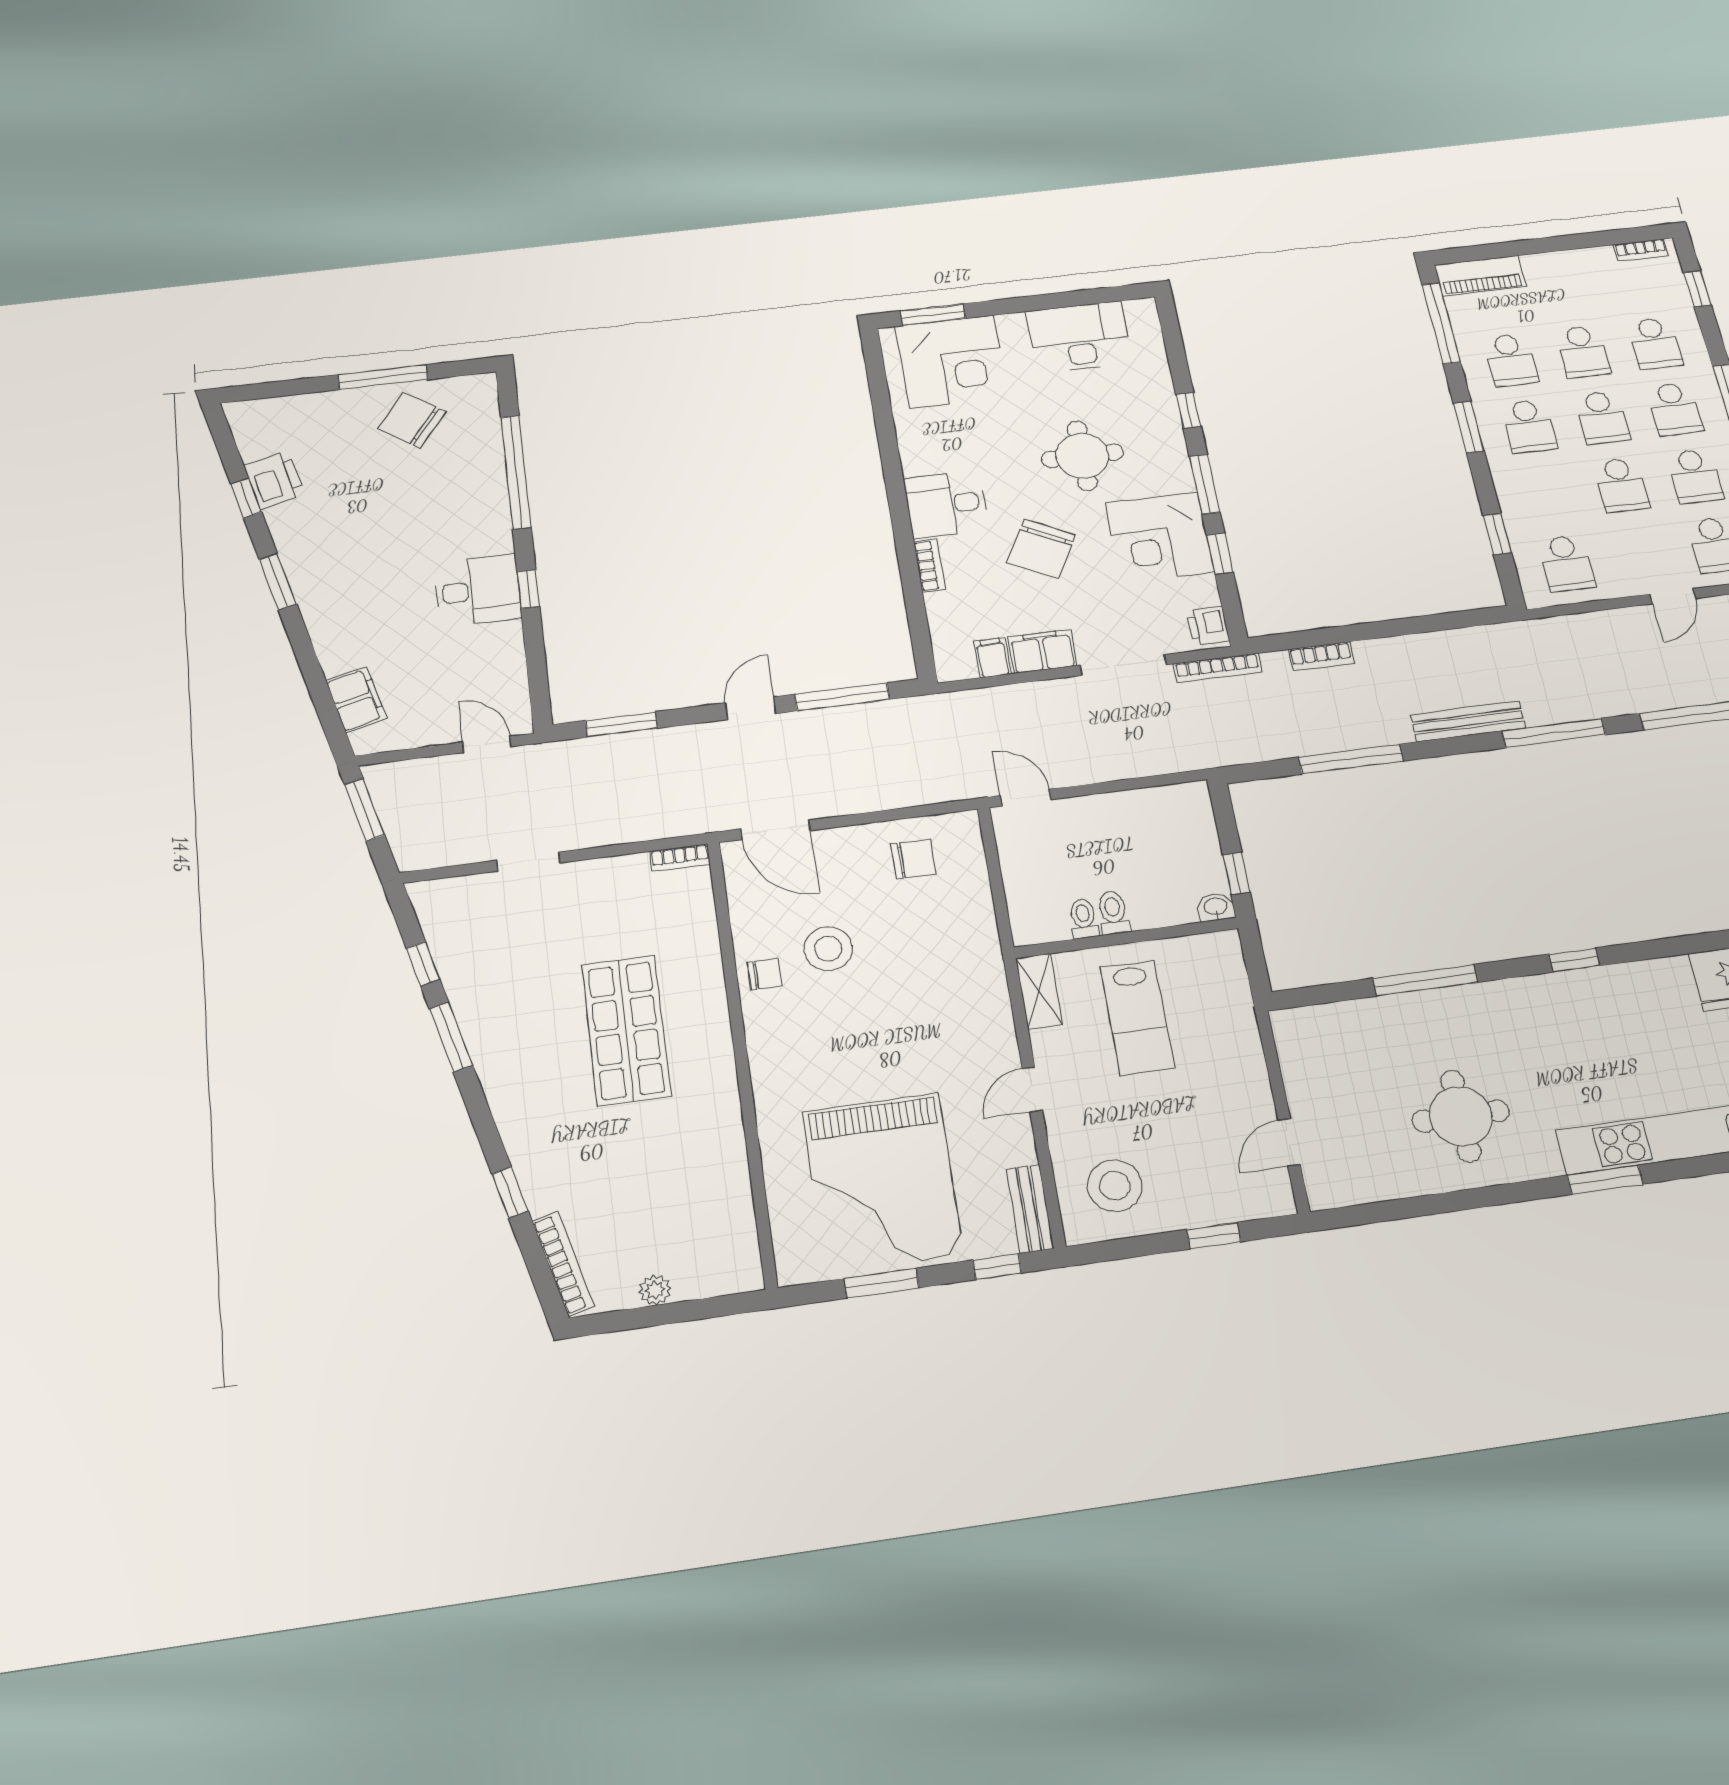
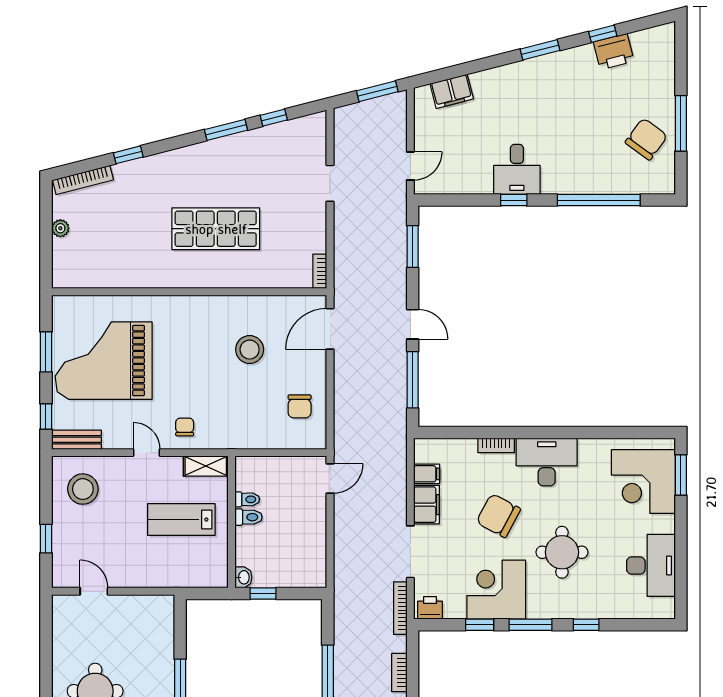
desk: (946, 504) -> (547, 462), width x1.37
chair: (765, 974) -> (185, 427), moved, turned 180

